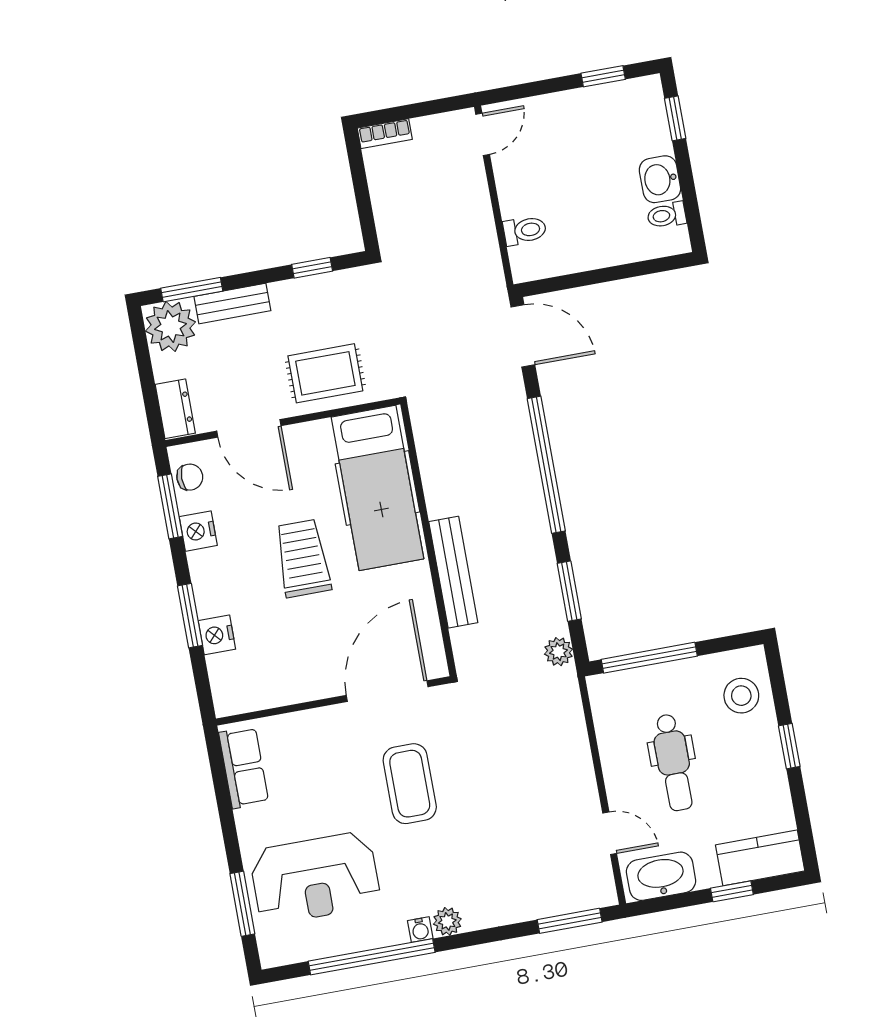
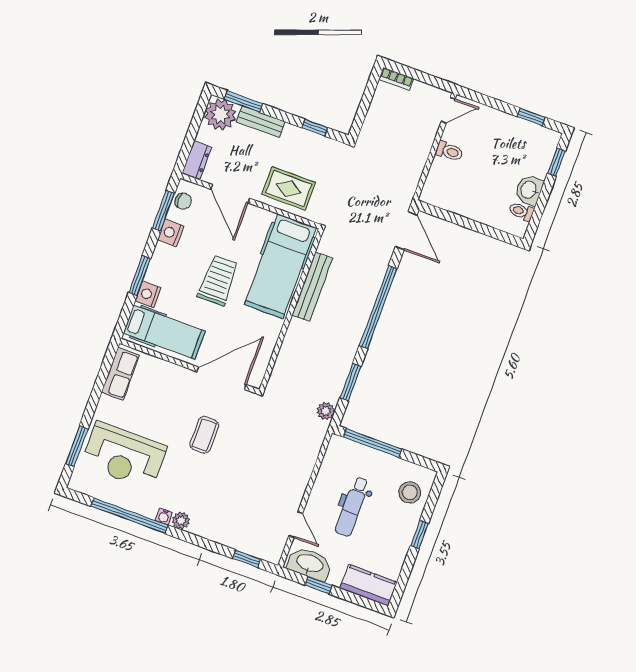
toilet: (525, 230) -> (449, 151), moved
bench: (453, 572) -> (312, 287), moved
hospital bed: (270, 674) -> (164, 332), added
coffee table: (410, 784) -> (204, 435), width x0.73, depth x0.77
window: (732, 891) -> (318, 585), moved
window: (570, 921) -> (247, 559), width x0.67

